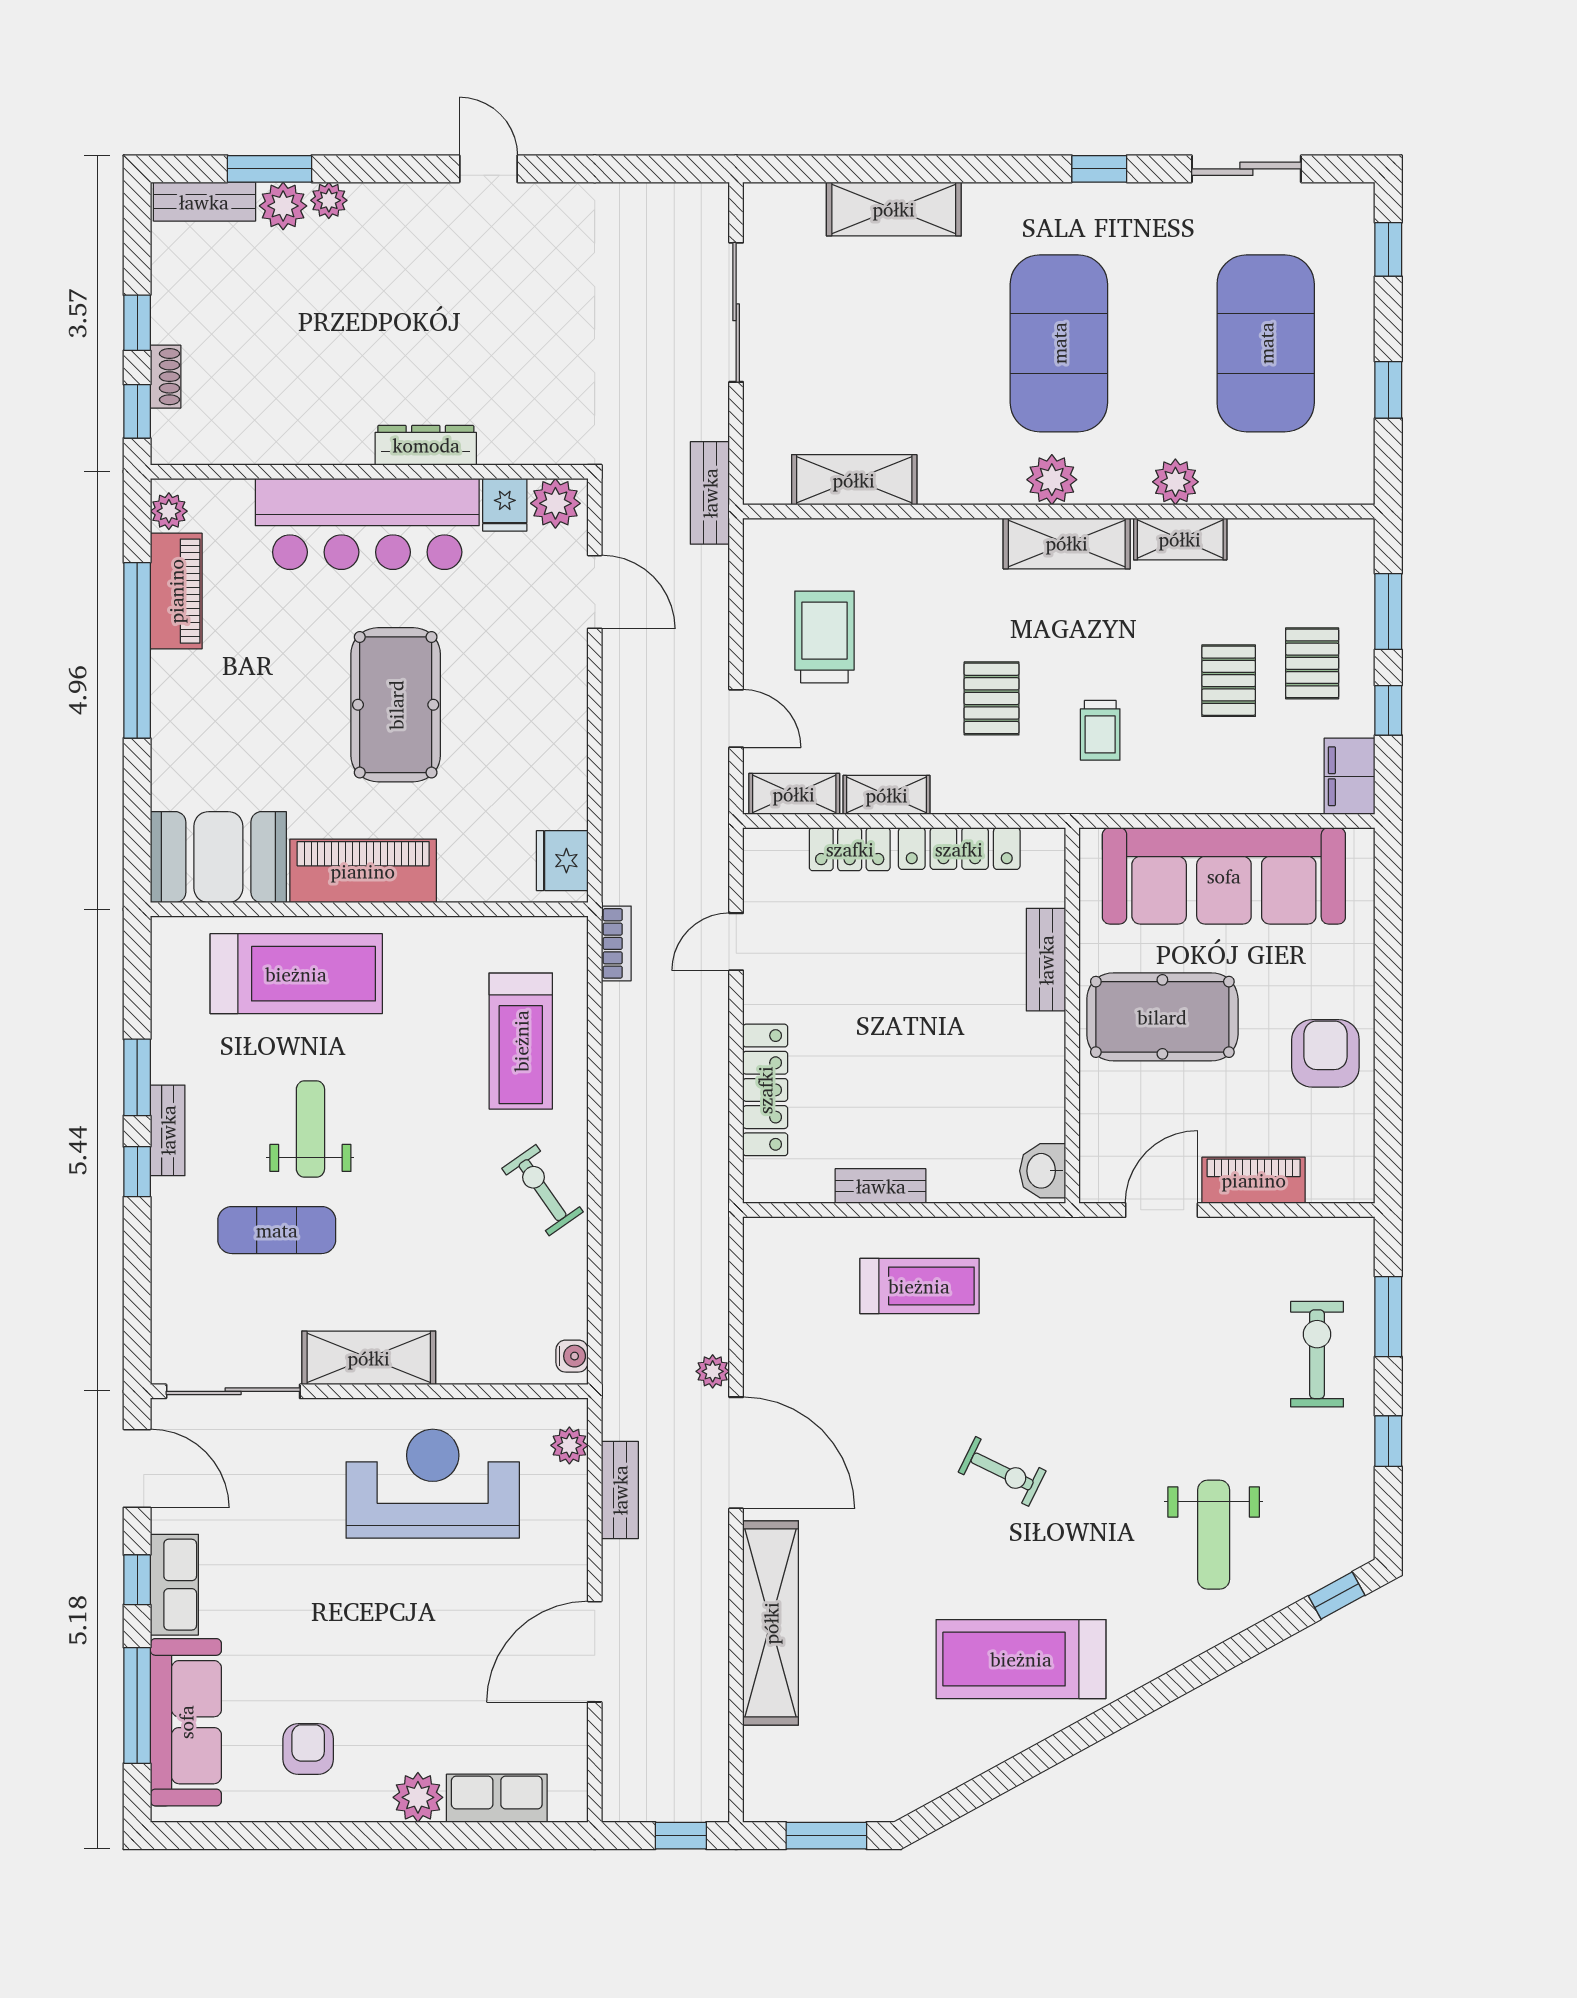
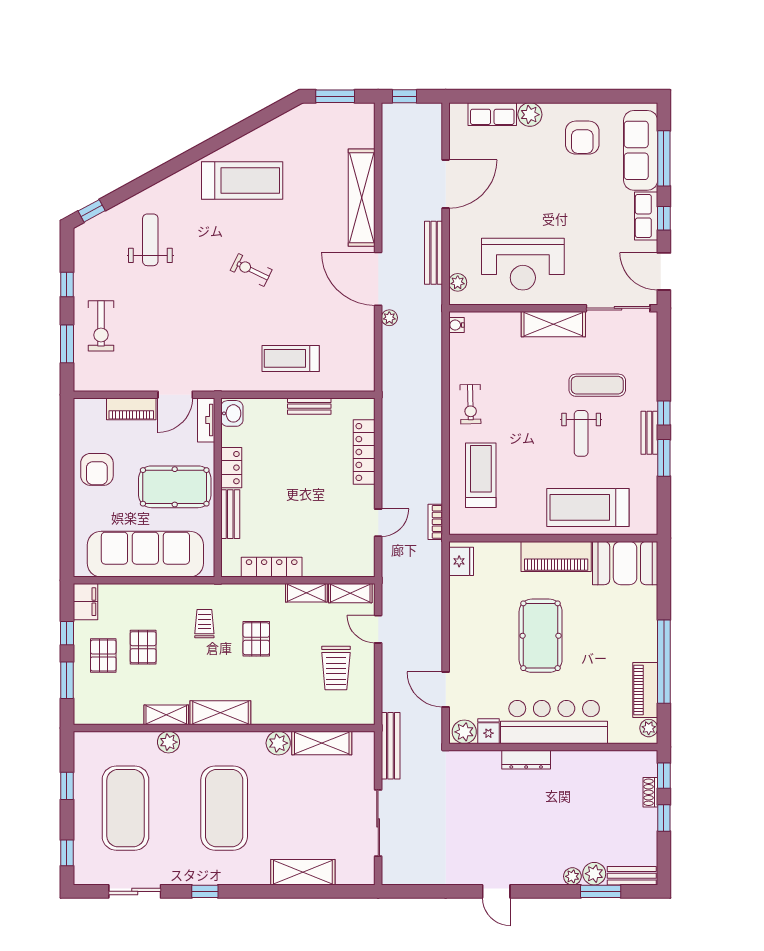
plant: (1052, 480) -> (278, 743), moved
bench: (710, 493) -> (391, 746), width x1.36
locker: (850, 849) -> (231, 468), moved, turned 90
tv unit: (1097, 1157) -> (206, 420), added
exercise bike: (543, 1190) -> (470, 404), turned 34
bench: (620, 1490) -> (434, 253), width x1.36
armchair: (308, 1749) -> (582, 138), width x1.38, depth x1.38

